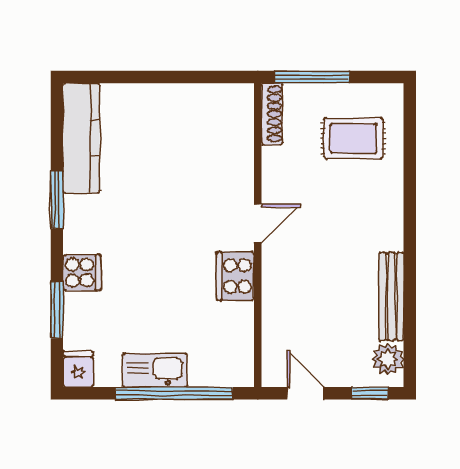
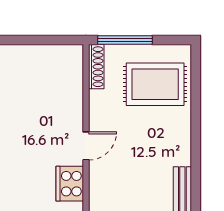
rug: (353, 138) -> (155, 84), width x1.36, depth x1.43

